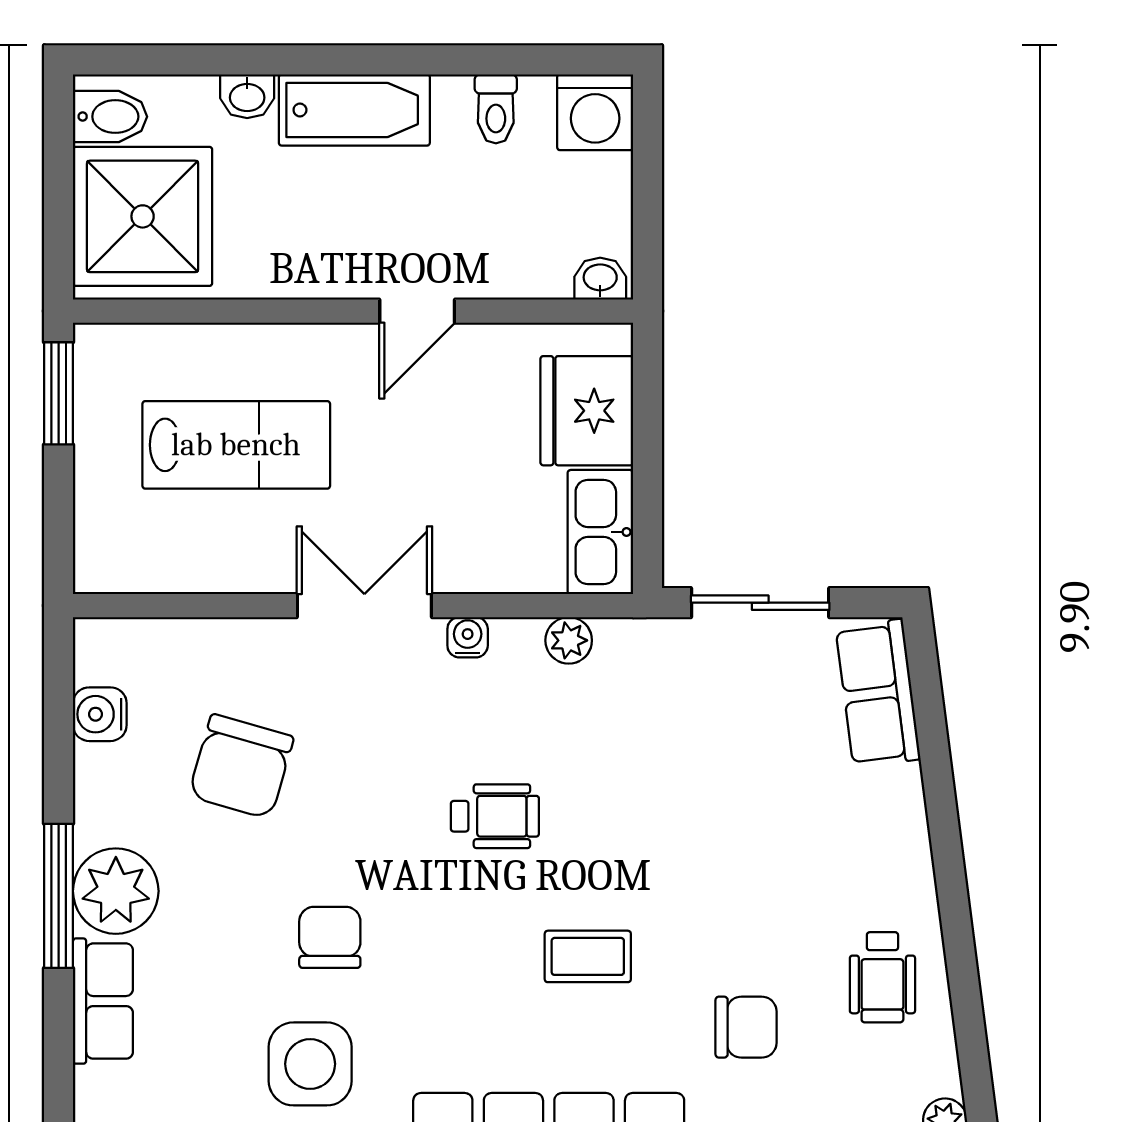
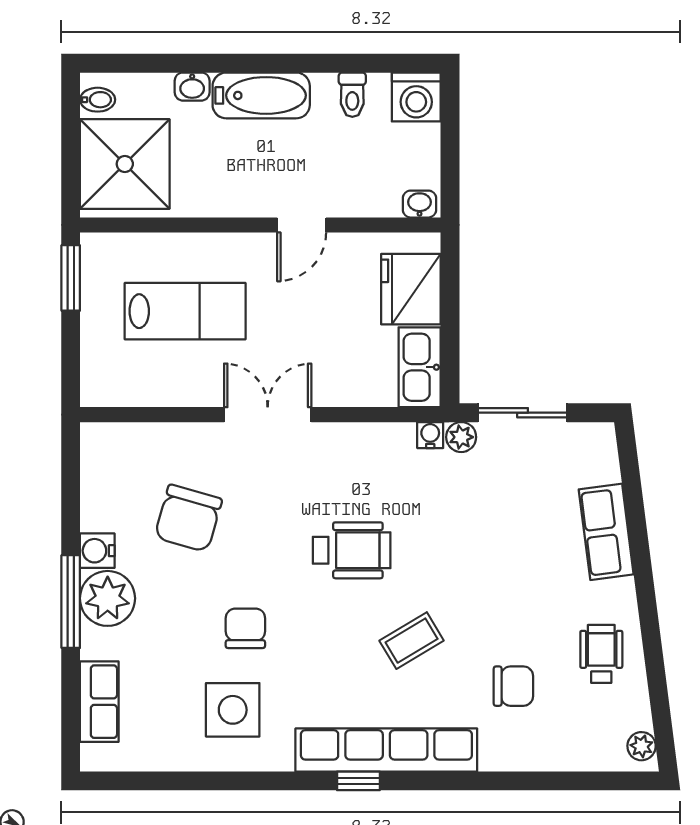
bidet: (110, 117) -> (98, 100), width x0.72, depth x0.74
water cooler: (468, 637) -> (430, 435), moved
plant: (569, 640) -> (461, 437), moved
row of seats: (878, 693) -> (606, 532), moved
water cooler: (100, 714) -> (97, 551), moved
wheelchair: (495, 816) -> (352, 550), width x1.36, depth x1.37
coffee table: (588, 956) -> (412, 641), turned -31
wheelchair: (882, 977) -> (601, 654), turned 180
row of seats: (103, 1001) -> (99, 702), moved

